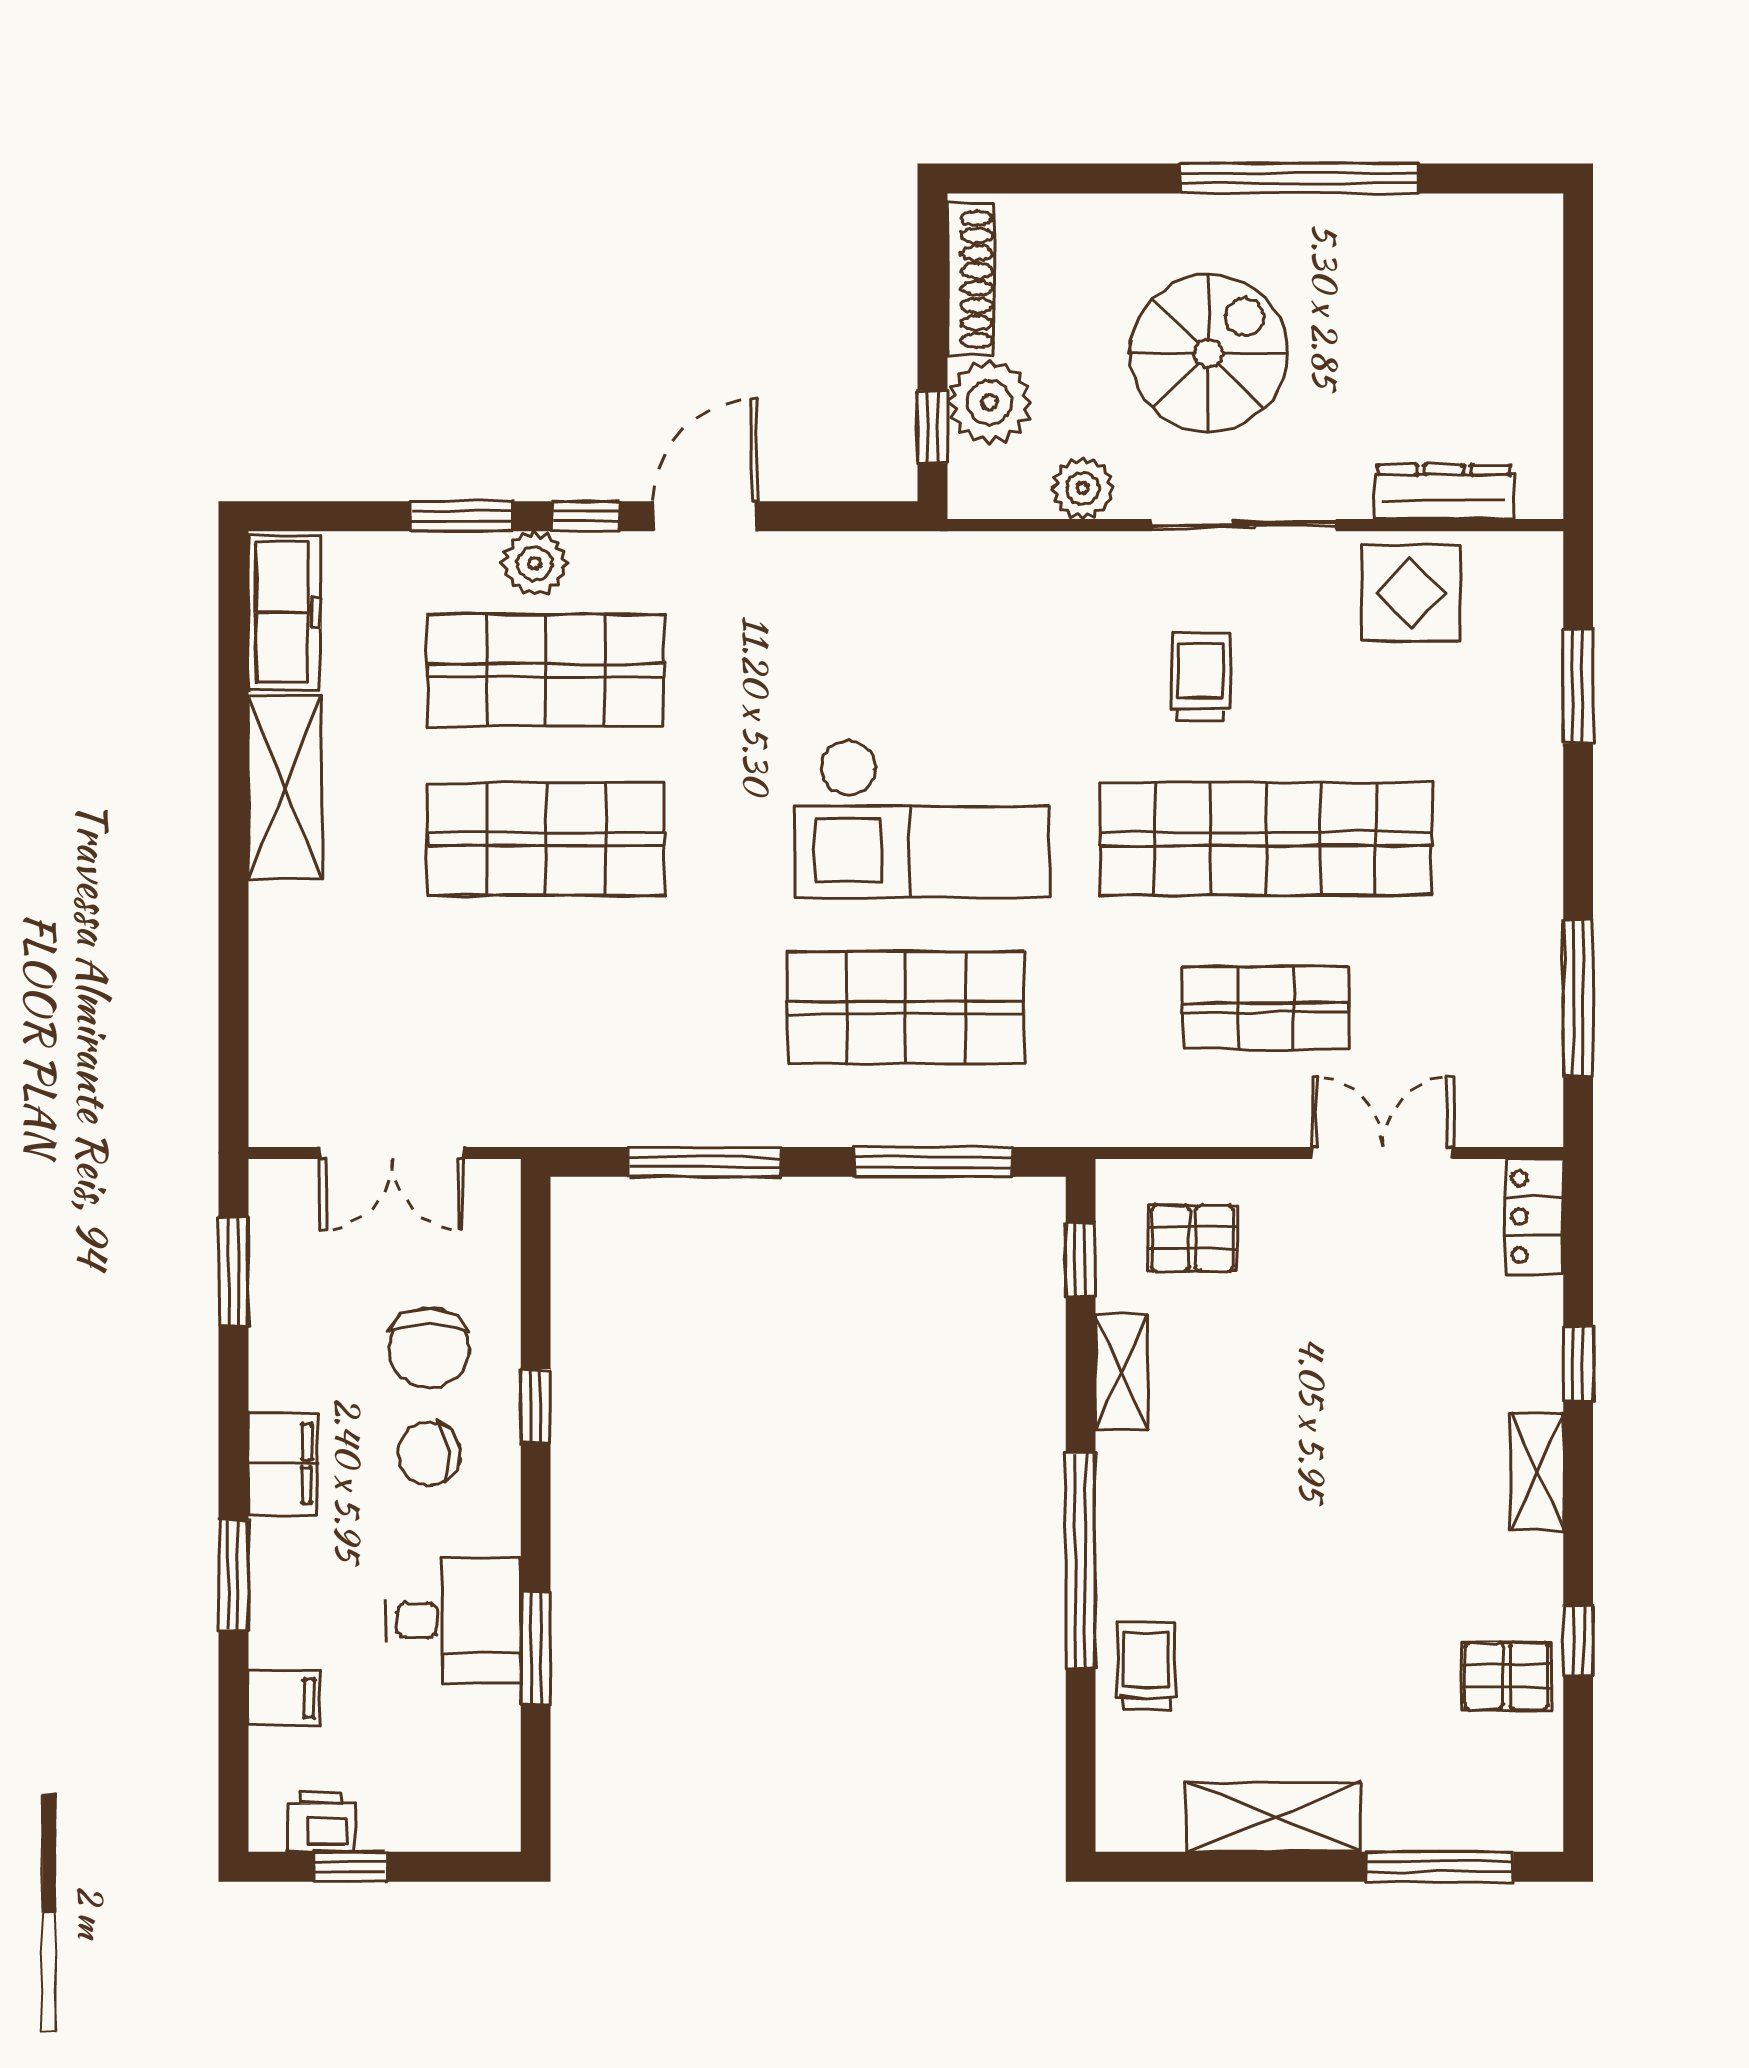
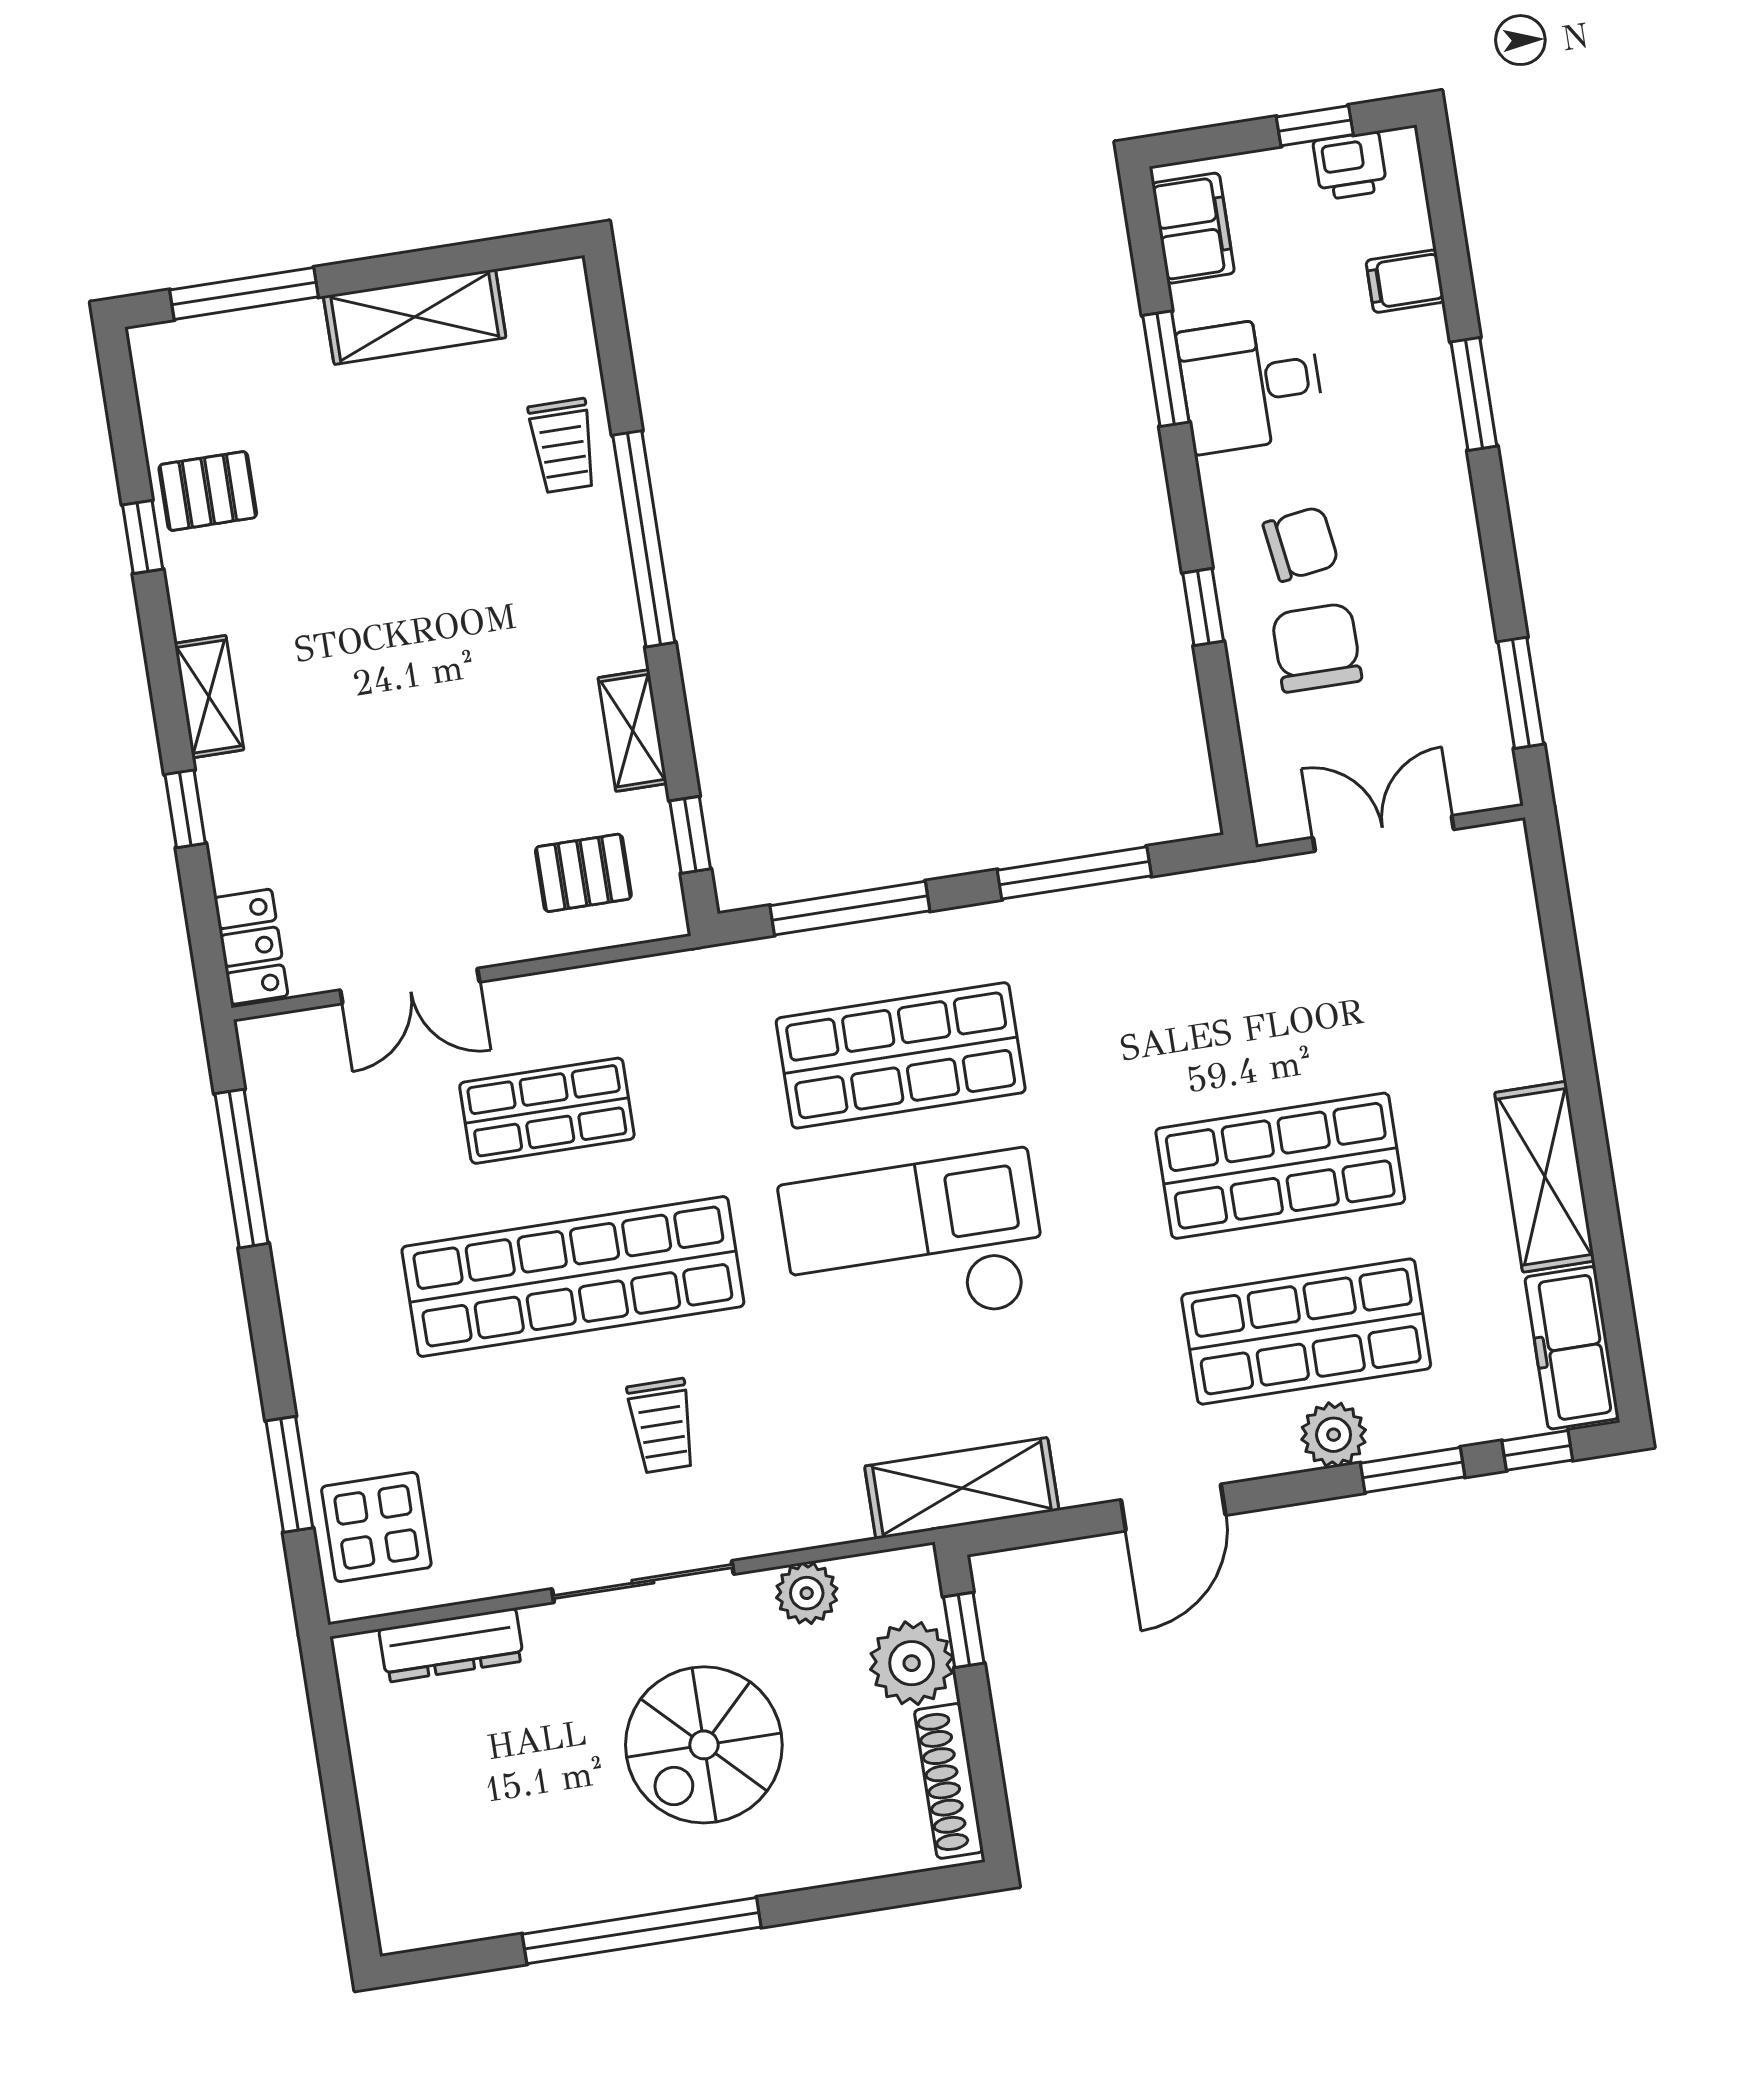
window: (586, 516) -> (1537, 1450), moved
shelving: (912, 568) -> (962, 1488), added
display table: (1411, 593) -> (376, 1527), moved
filing cabinet: (283, 1463) -> (1193, 228), moved, turned 180

